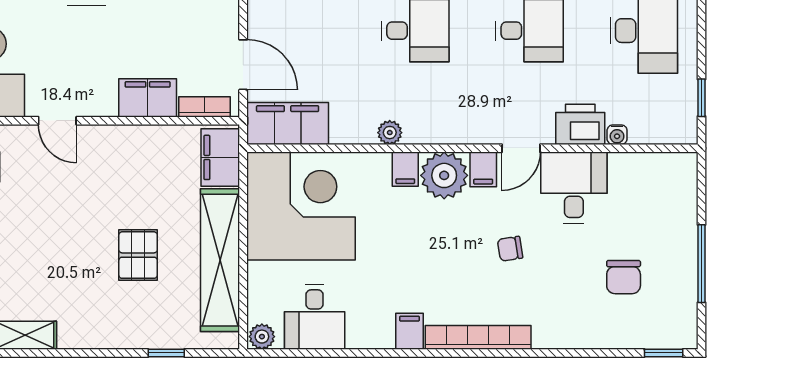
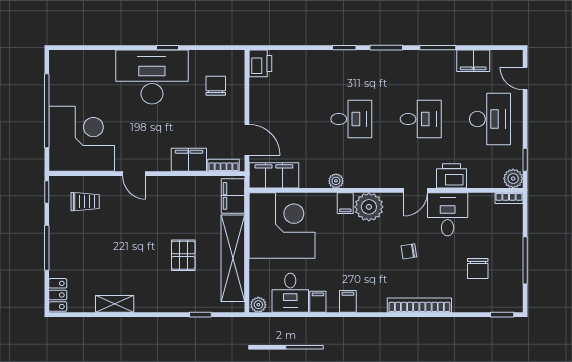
plant: (682, 129) -> (513, 179), added
water cooler: (617, 135) -> (474, 182), removed
bookcase: (675, 161) -> (509, 198), added
filing cabinet: (483, 169) -> (318, 302), moved, turned 180
bookcase: (478, 337) -> (419, 305), moved

